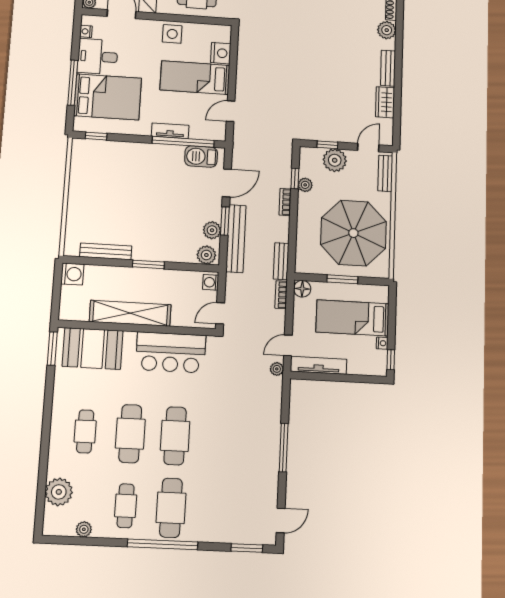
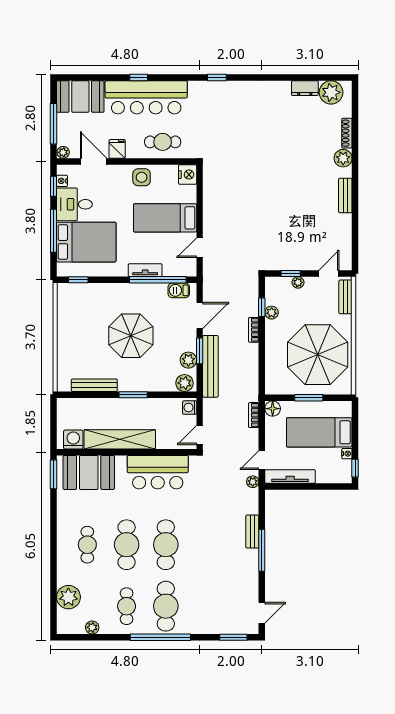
window: (76, 36) -> (54, 186), added
nightstand: (221, 53) -> (188, 175), moved
wardrobe: (385, 102) -> (343, 229), removed
barbecue: (201, 157) -> (179, 290), width x0.73, depth x0.79
plant: (335, 160) -> (298, 282), width x0.53, depth x0.53
parasol: (150, 200) -> (131, 336), added
bench: (281, 261) -> (252, 532), moved
washing machine: (72, 274) -> (73, 440), moved, turned -90

